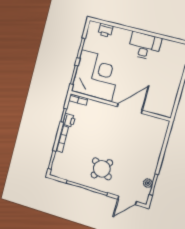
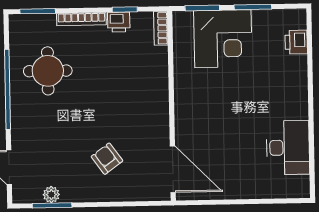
desk: (144, 46) -> (288, 148), moved
corner desk: (97, 75) -> (223, 39), width x0.74, depth x0.74
door: (130, 108) -> (173, 169), moved
armchair: (138, 148) -> (107, 159), added
round table: (102, 169) -> (48, 71), moved, turned -36

